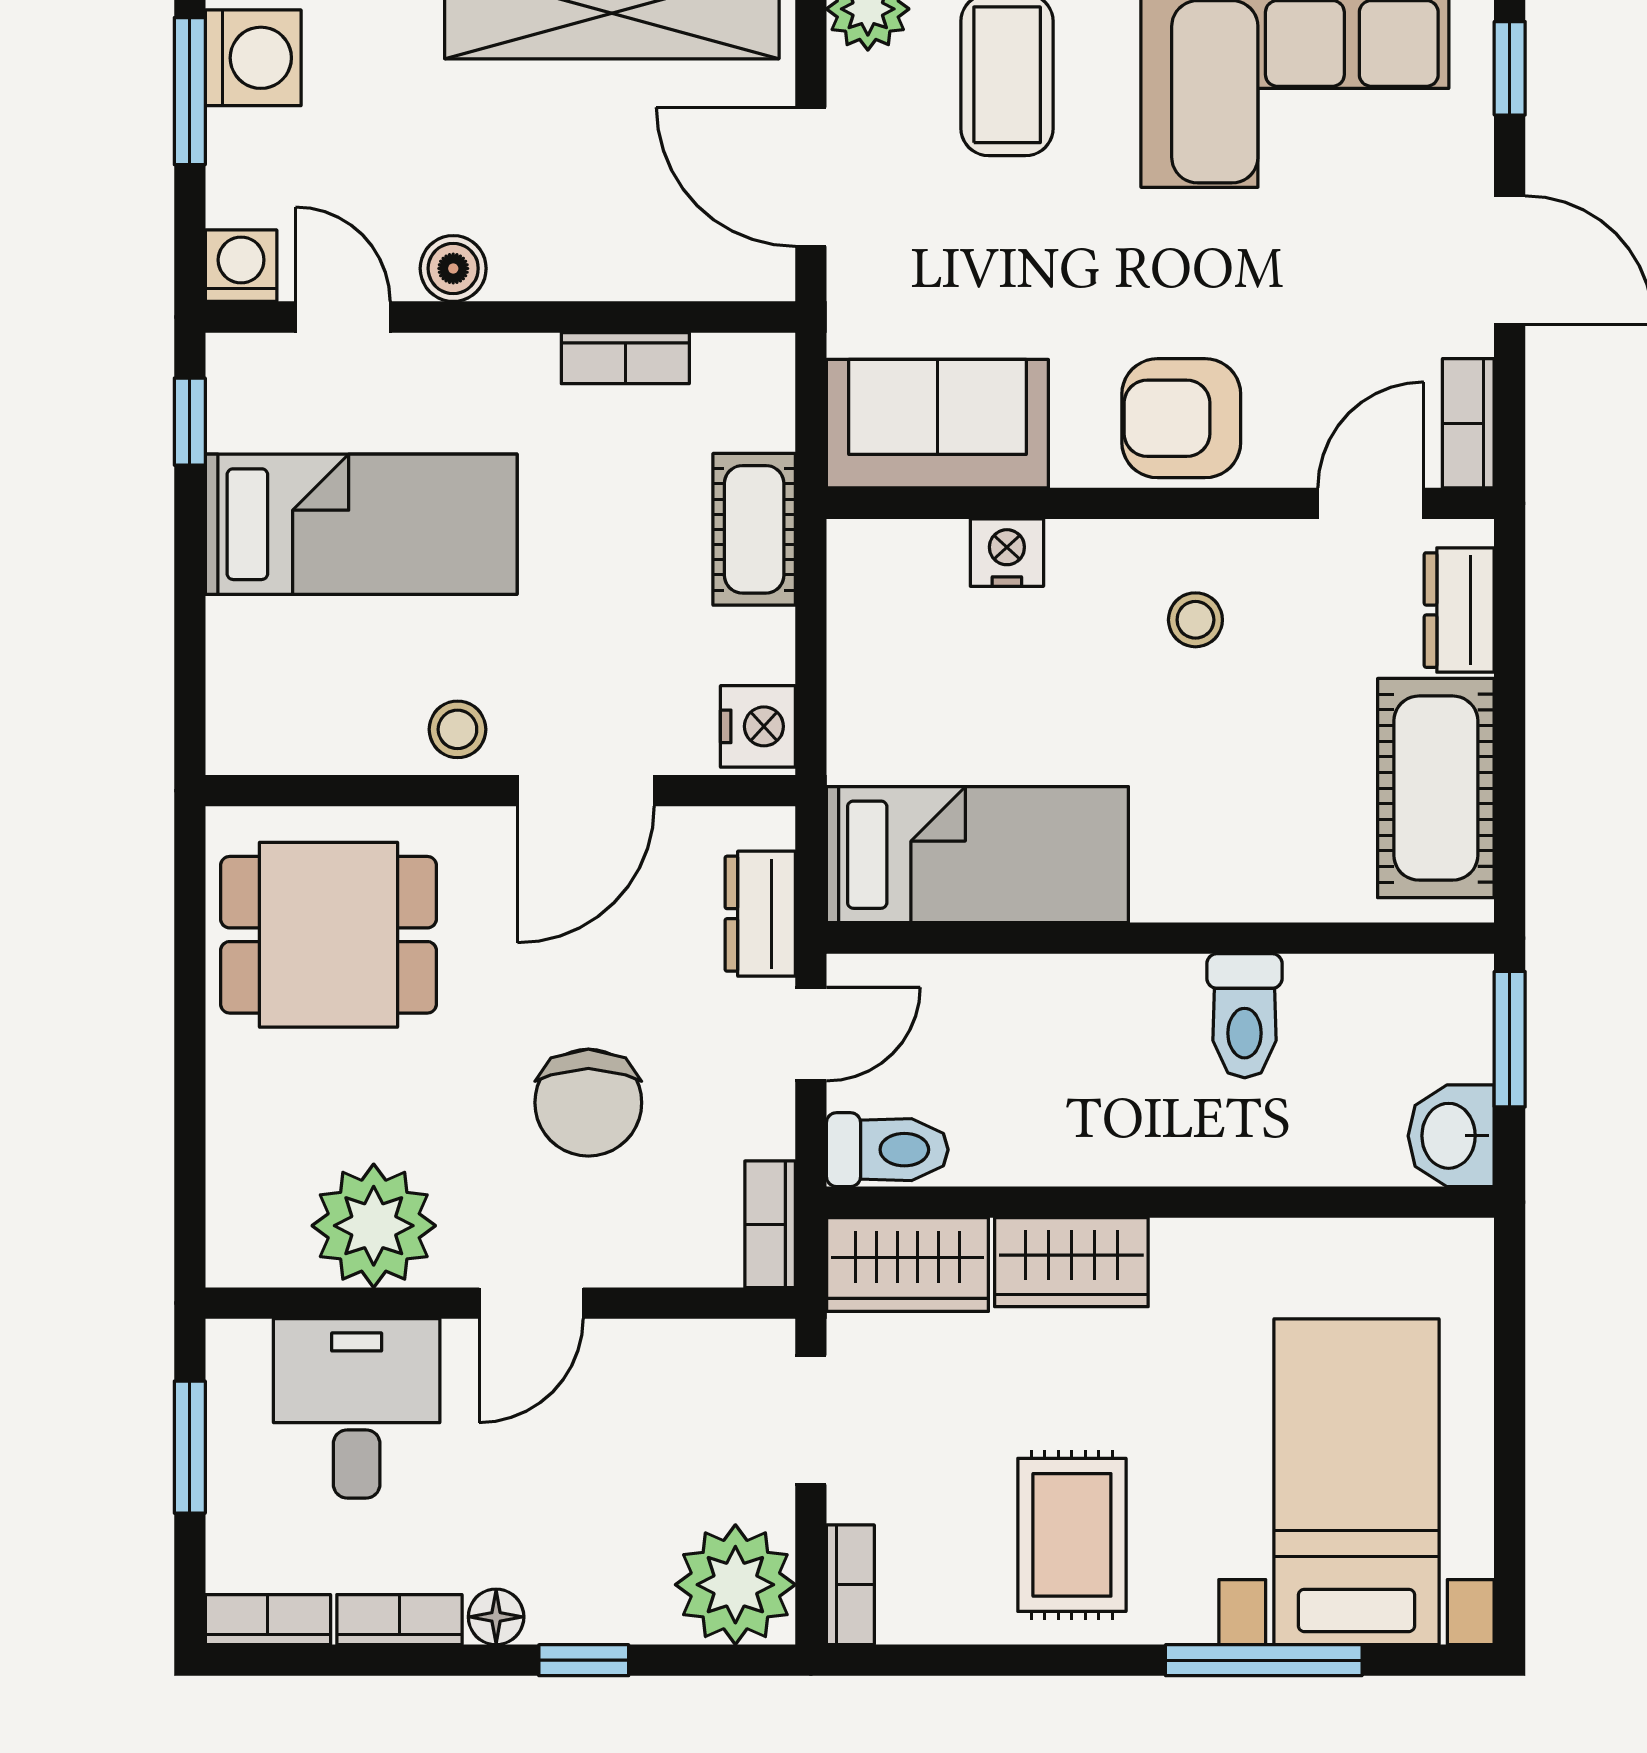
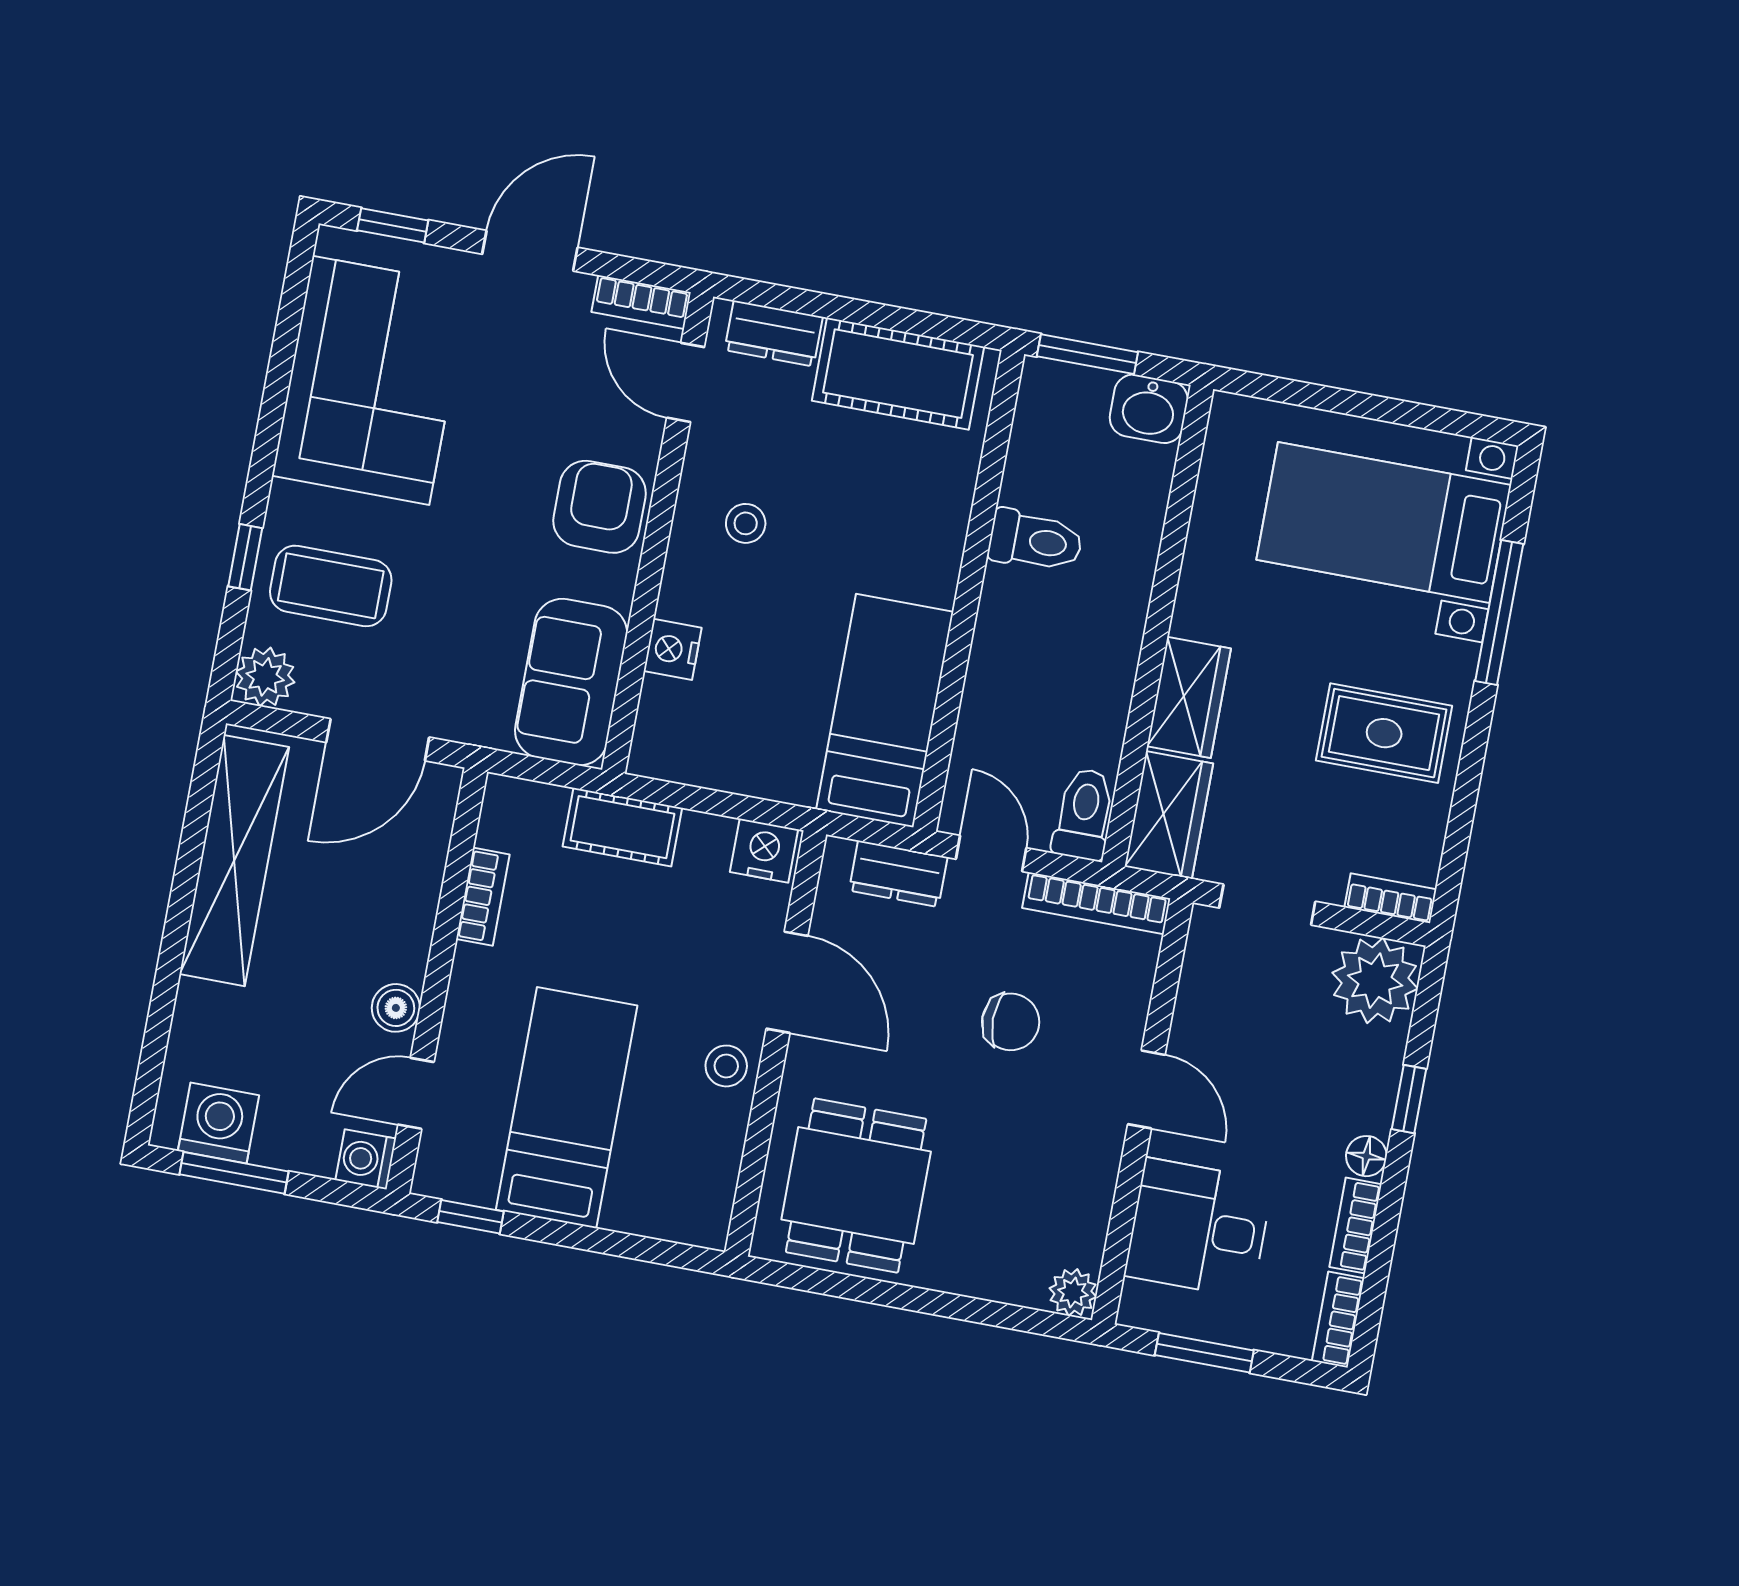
armchair: (1181, 418) -> (600, 507), turned 180
chair: (588, 1103) -> (1011, 1022), width x0.73, depth x0.73
bookcase: (770, 1224) -> (1096, 903), width x1.56
plant: (374, 1226) -> (1073, 1292), moved, width x0.53, depth x0.53

